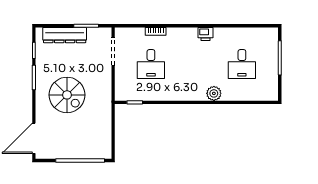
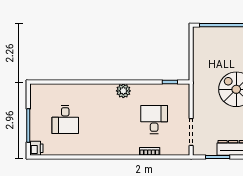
printer: (205, 34) -> (36, 148), moved, turned 90
desk: (242, 64) -> (65, 120), turned 180
plant: (214, 93) -> (123, 91), moved

